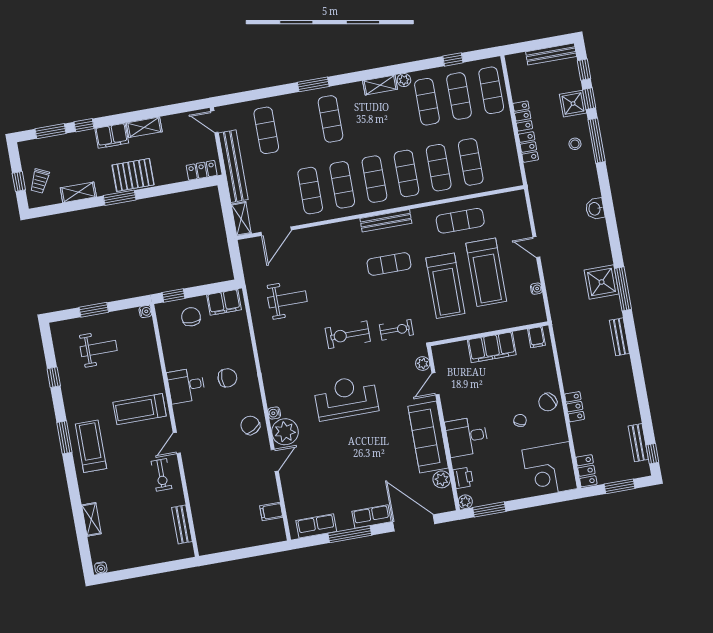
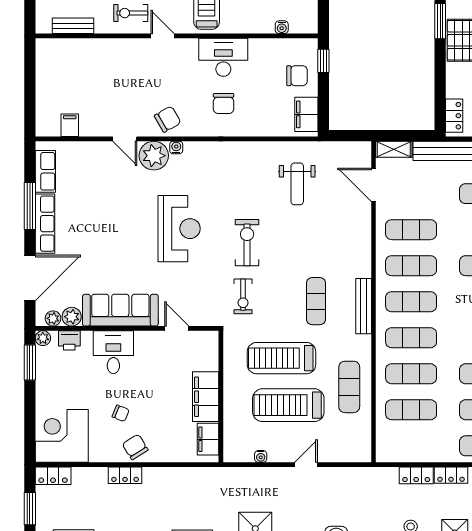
water cooler: (145, 312) -> (282, 27), moved
filing cabinet: (536, 337) -> (208, 439), width x2.00
plant: (423, 364) -> (53, 318), moved
desk: (186, 385) -> (223, 57), width x1.37
row of seats: (372, 516) -> (45, 224), width x1.48

